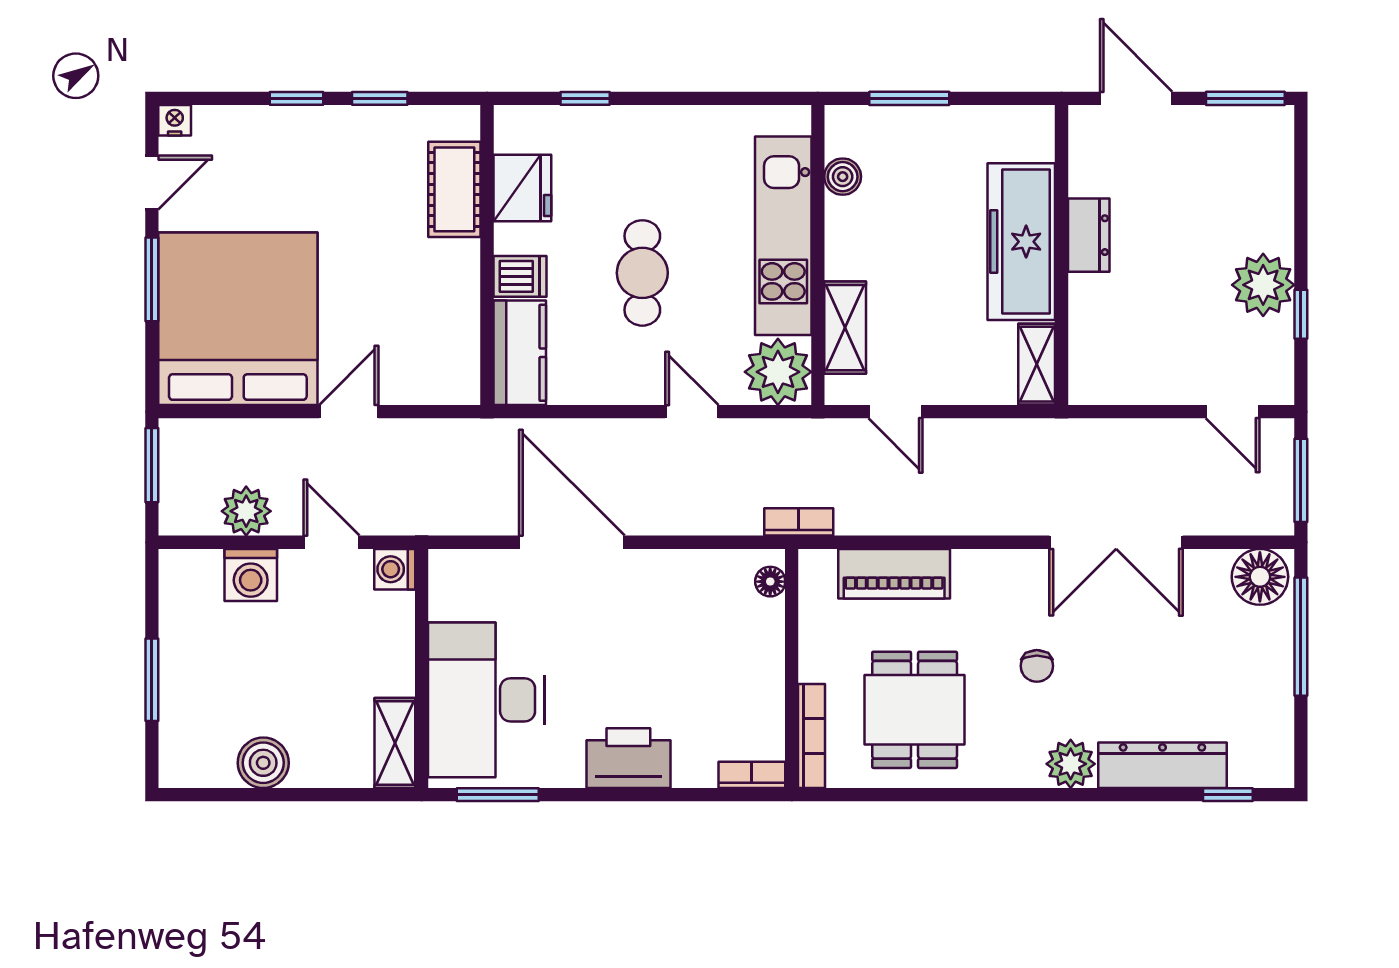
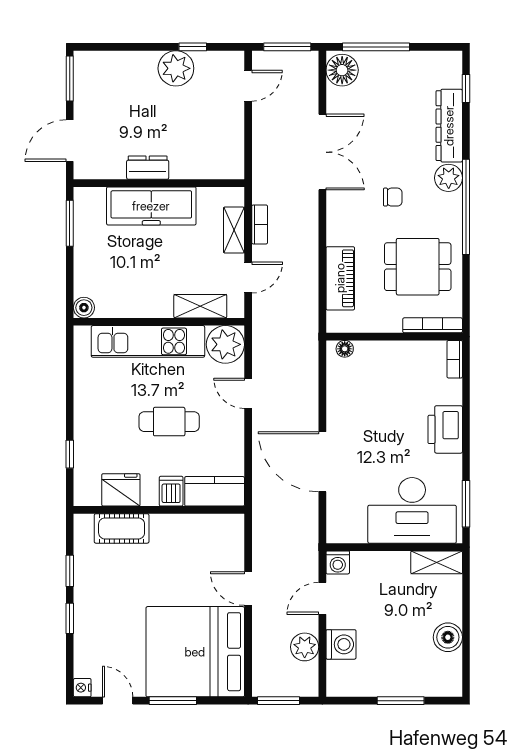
window: (909, 98) -> (70, 223), moved
boiler: (843, 177) -> (84, 308), moved
shelving: (1037, 364) -> (234, 230), moved, turned 90
door: (692, 412) -> (248, 393), hinge flipped
bookcase: (799, 522) -> (260, 224), moved, turned 180
door: (572, 542) -> (322, 462), hinge flipped
window: (1020, 795) -> (466, 207), added

